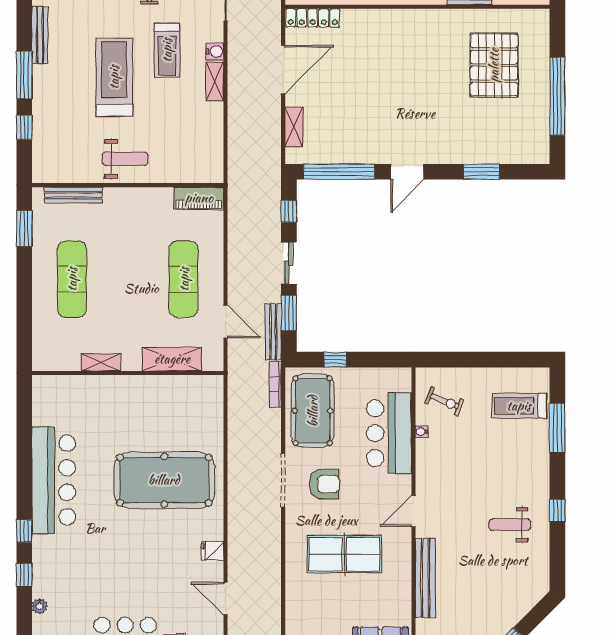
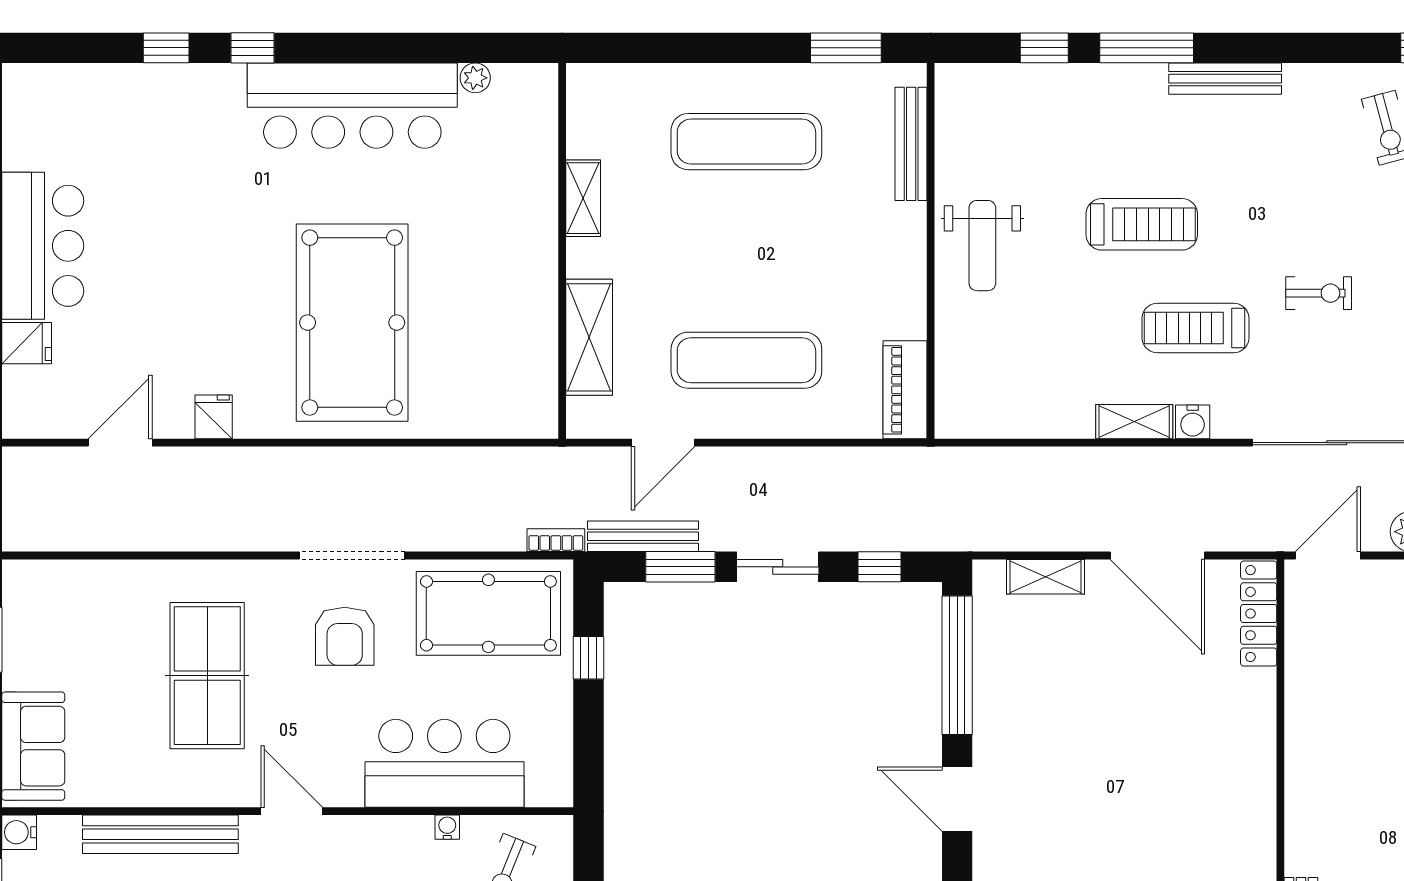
treadmill: (114, 77) -> (1142, 224), width x0.73, depth x0.73
bookcase: (275, 385) -> (556, 540), width x0.64
plant: (39, 606) -> (475, 78), moved

